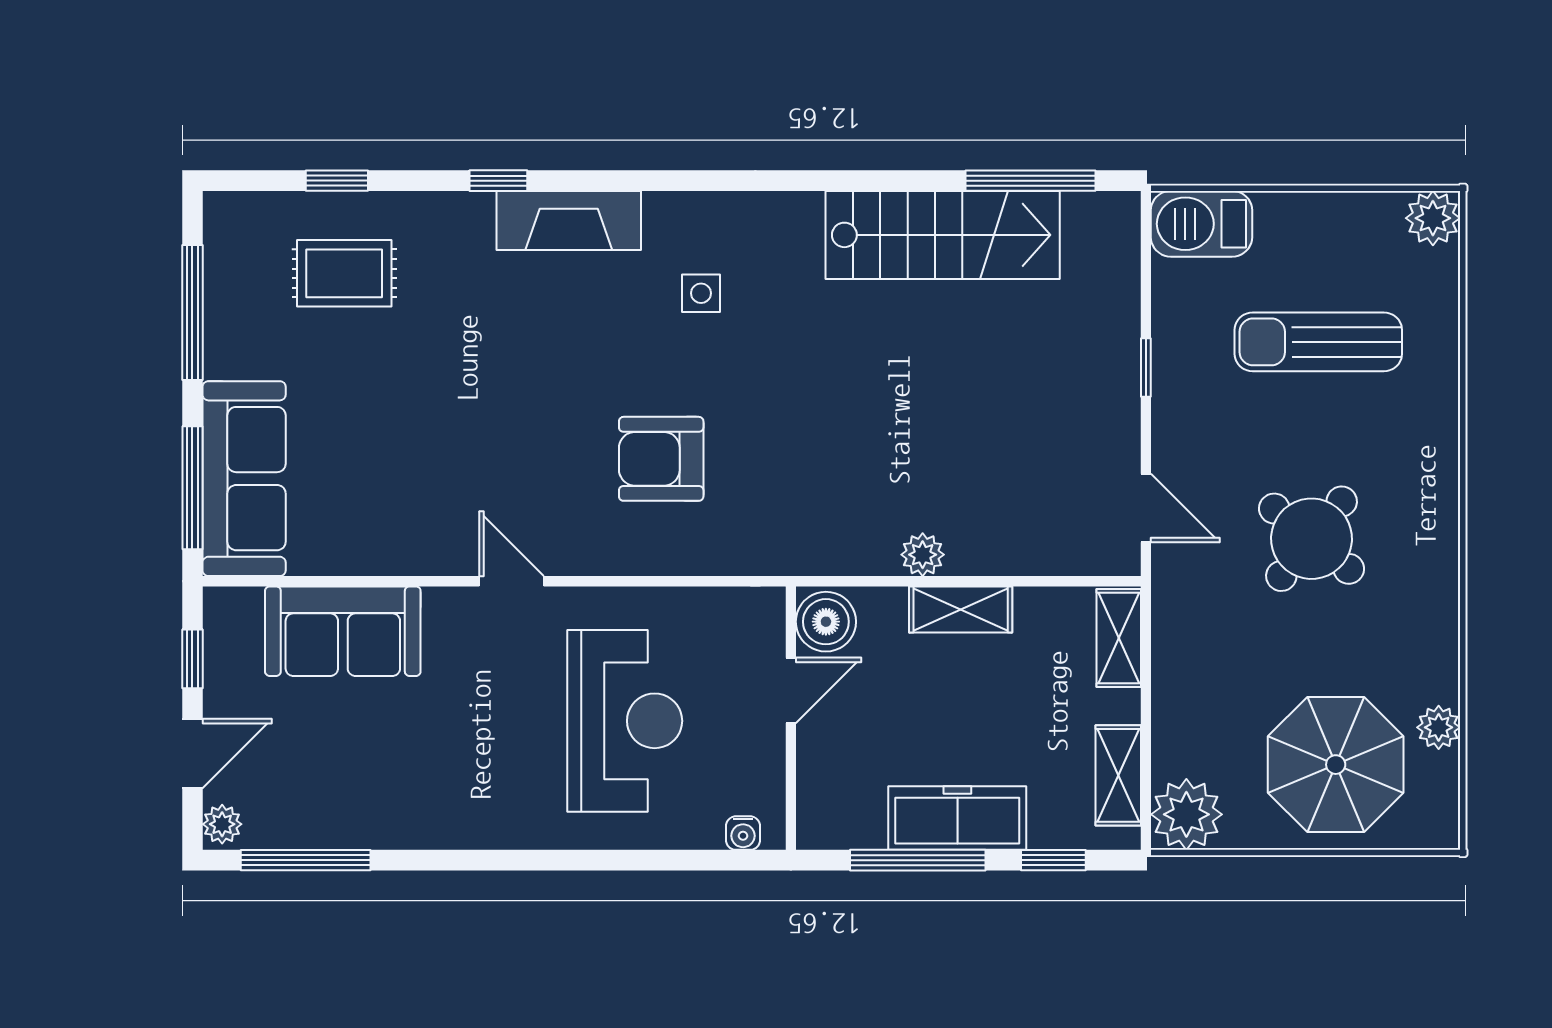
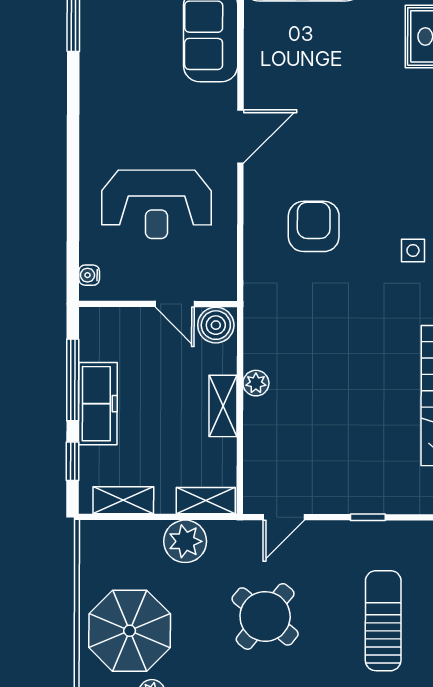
door: (512, 581) -> (240, 137), width x1.38
plant: (1186, 814) -> (185, 541), moved

